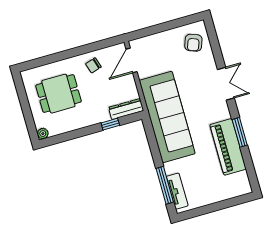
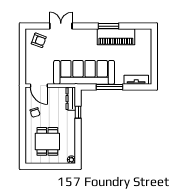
double door: (226, 84) -> (61, 26), moved
window: (165, 185) -> (109, 87), moved

